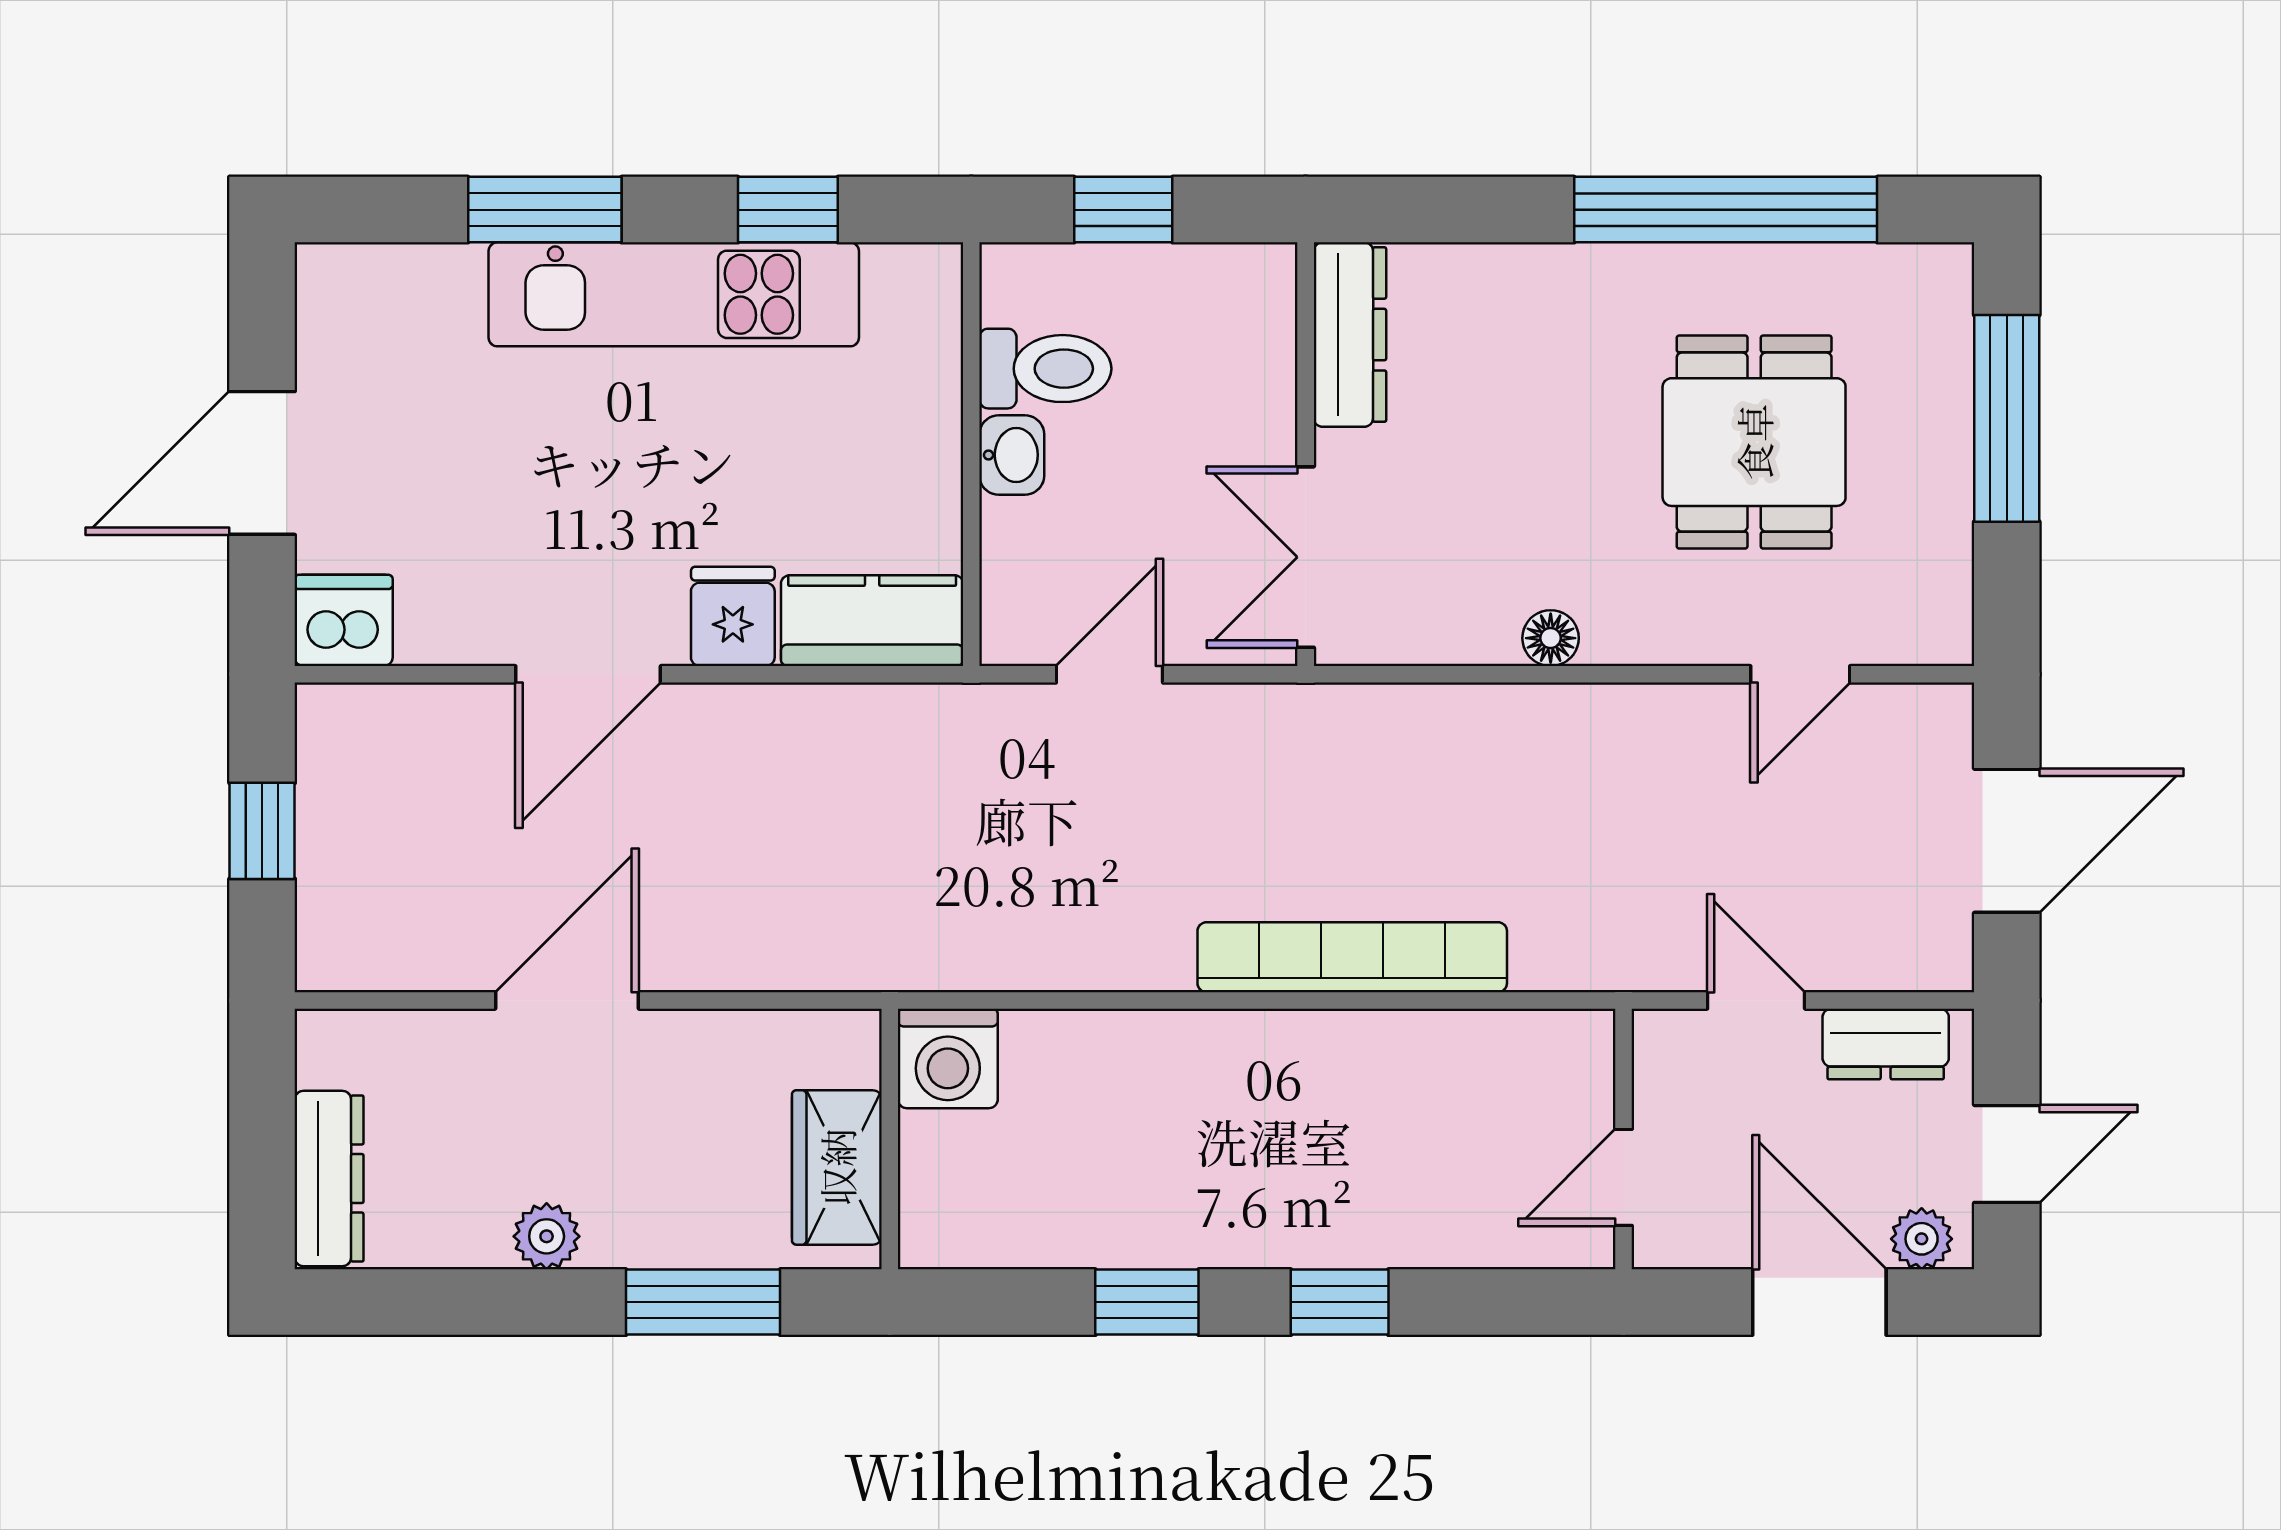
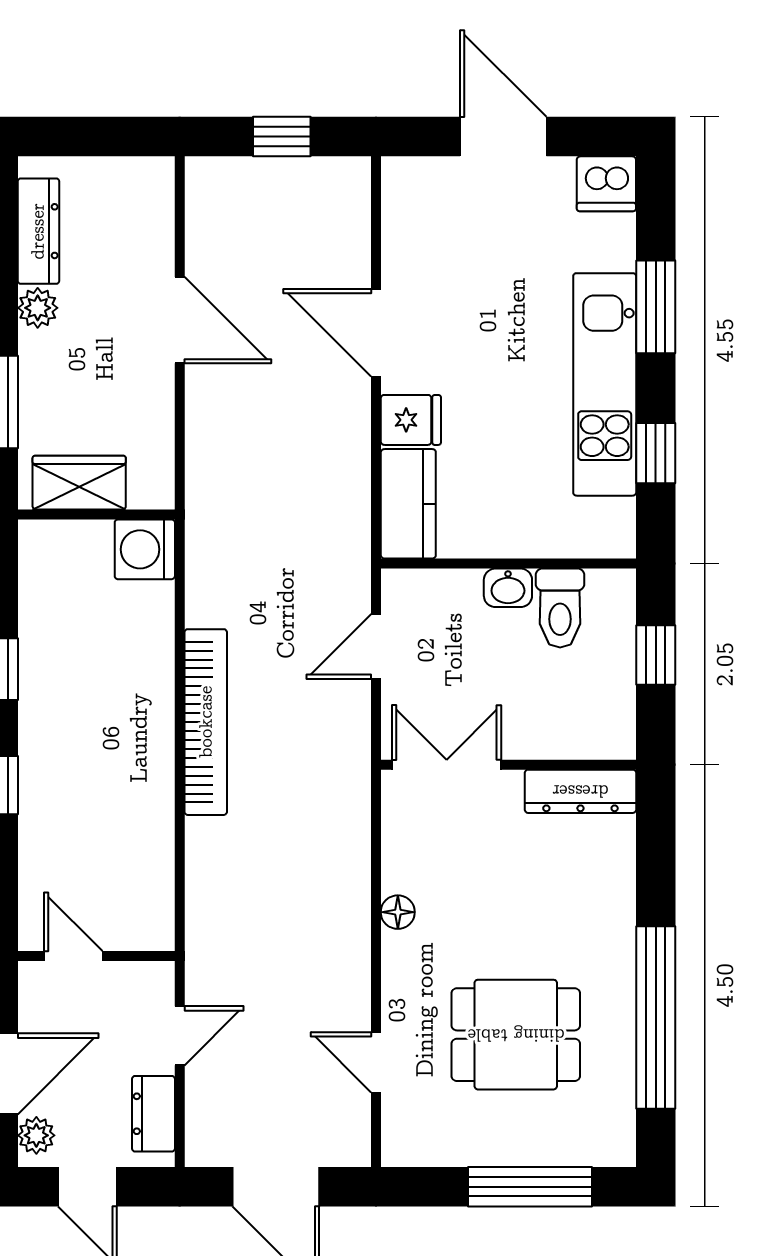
dishwasher: (344, 620) -> (606, 184), moved, turned 90
door: (1109, 674) -> (376, 647), swing flipped
bookcase: (1352, 957) -> (206, 722), moved
dresser: (329, 1179) -> (38, 231), moved, turned -90

